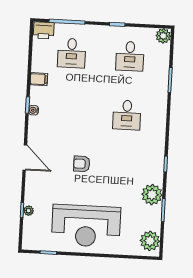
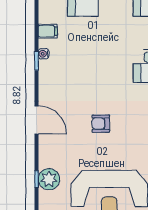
water cooler: (34, 110) -> (44, 54), moved
plant: (29, 211) -> (49, 179), width x1.88, depth x1.88

